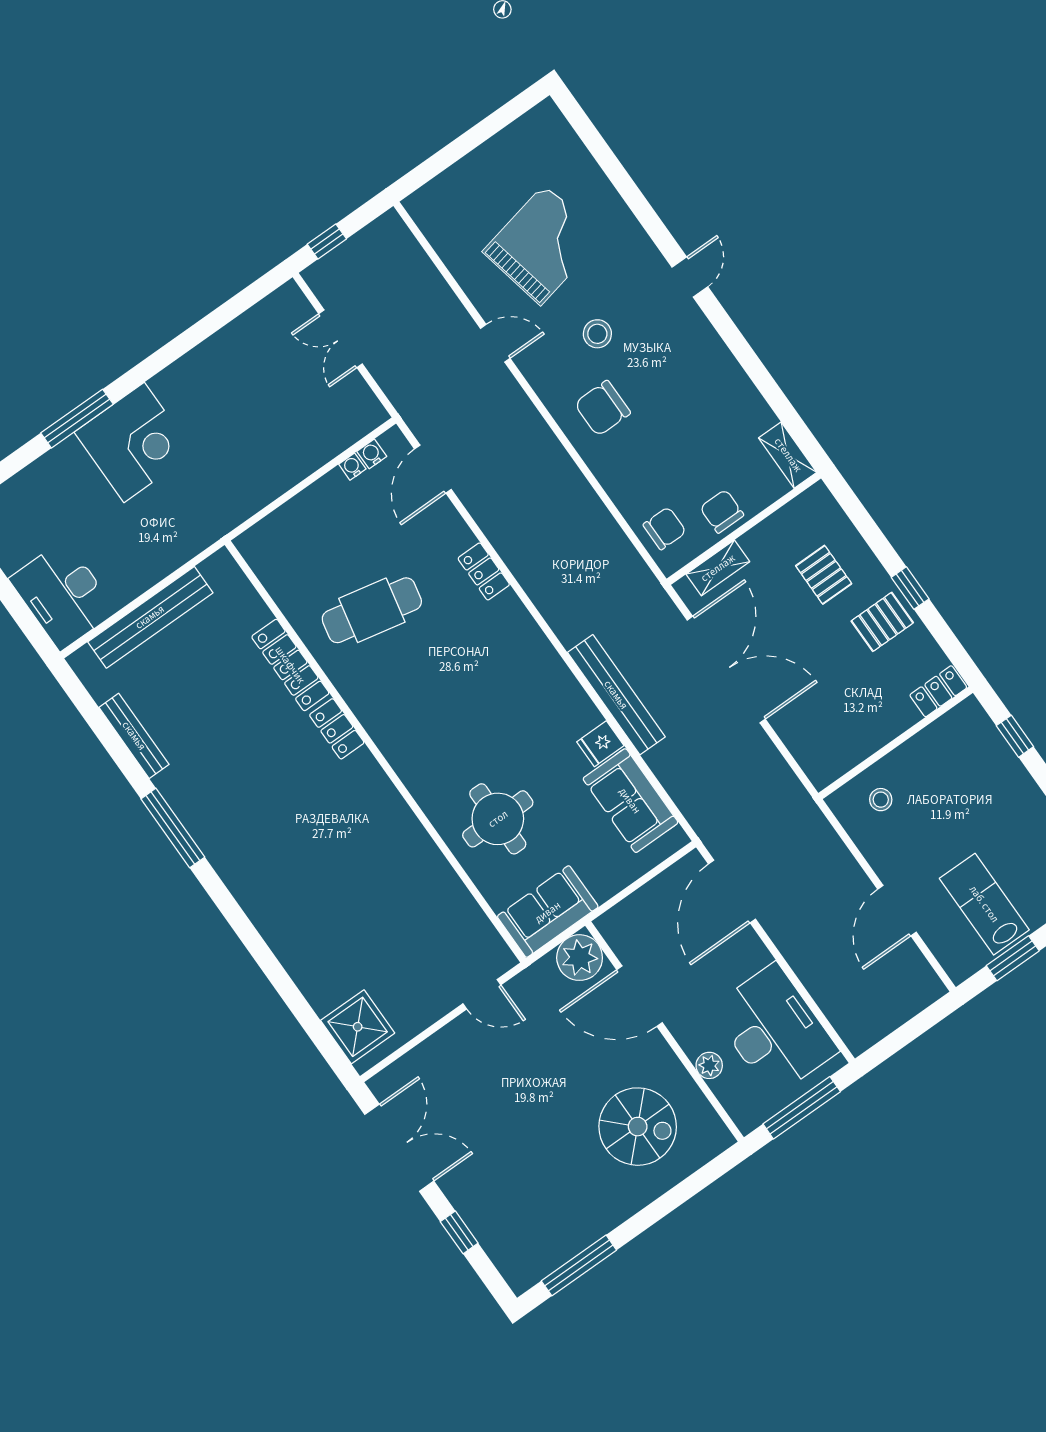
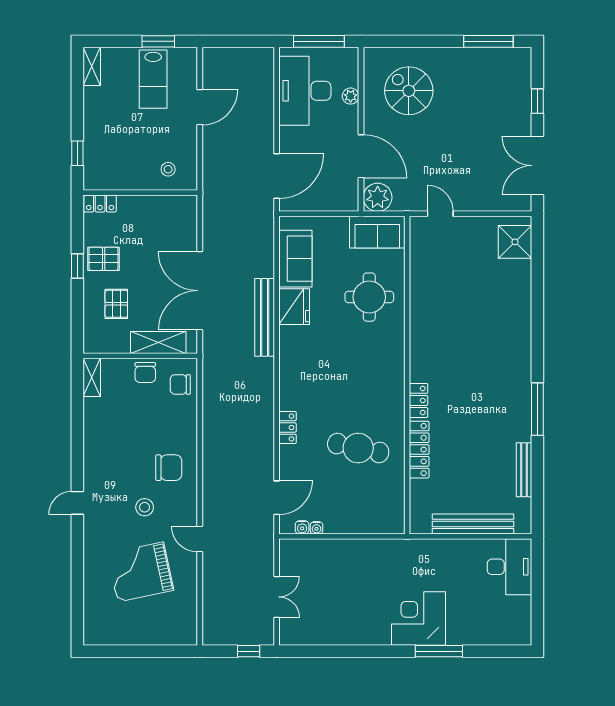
shelving: (718, 568) -> (158, 342), width x1.50, depth x1.33
fridge: (600, 744) -> (294, 307), width x1.88, depth x1.34

